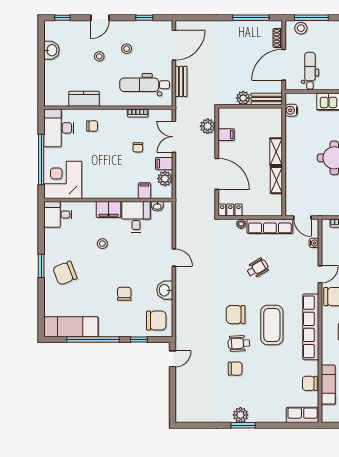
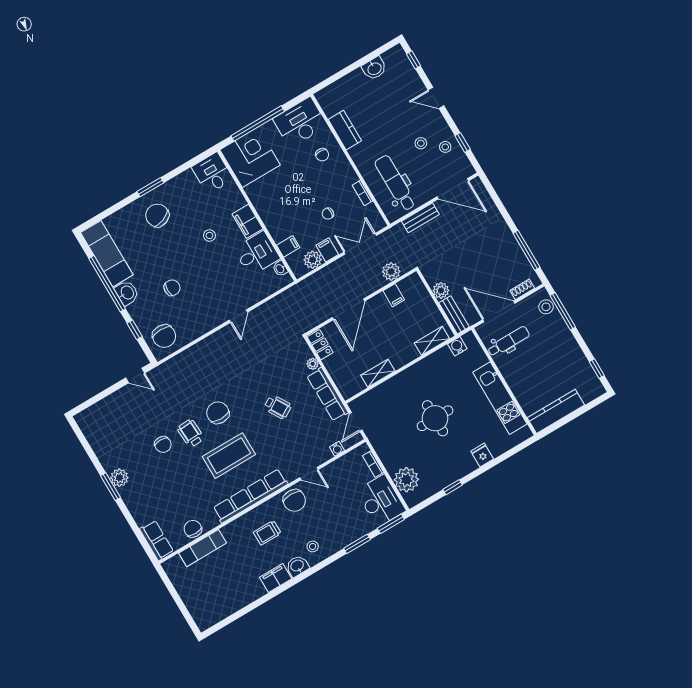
stool: (99, 56) -> (445, 147), moved
shelving: (276, 152) -> (432, 341), moved
washbasin: (165, 290) -> (127, 293), moved, turned 90

